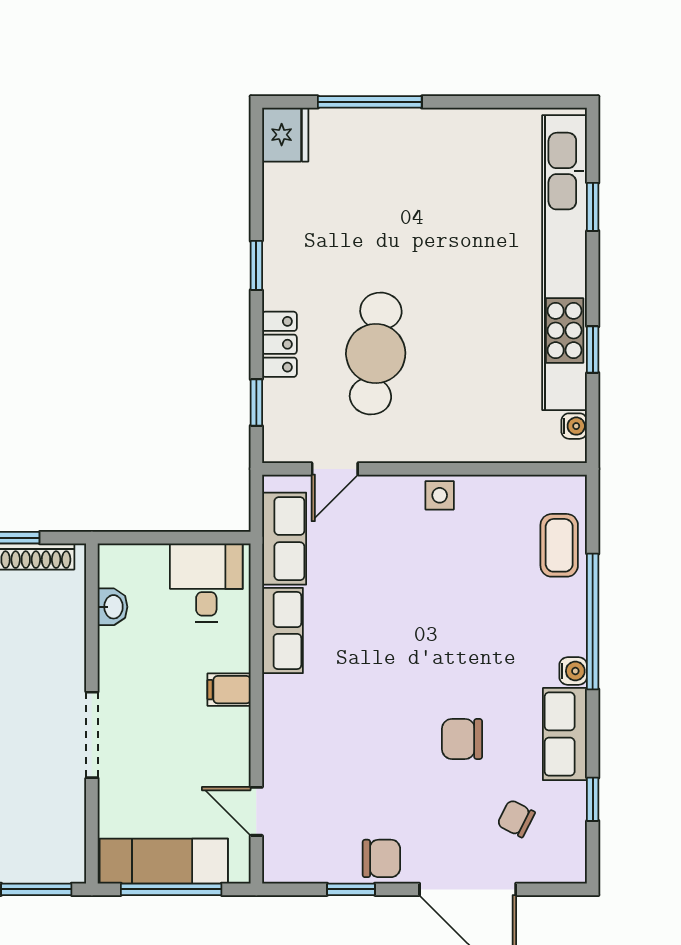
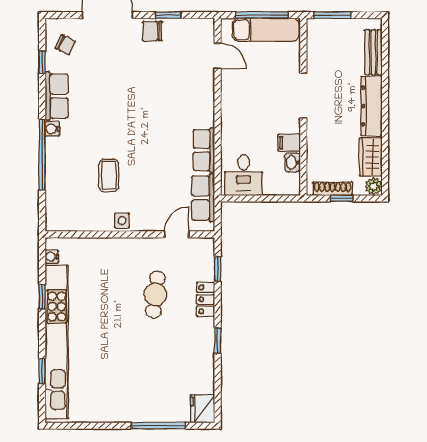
cafe table: (376, 353) -> (155, 295), width x0.73, depth x0.74
coffee table: (559, 545) -> (109, 175), moved
filing cabinet: (229, 690) -> (289, 143), moved, turned 180
chair: (462, 739) -> (110, 93), removed
chair: (516, 819) -> (65, 45), moved

